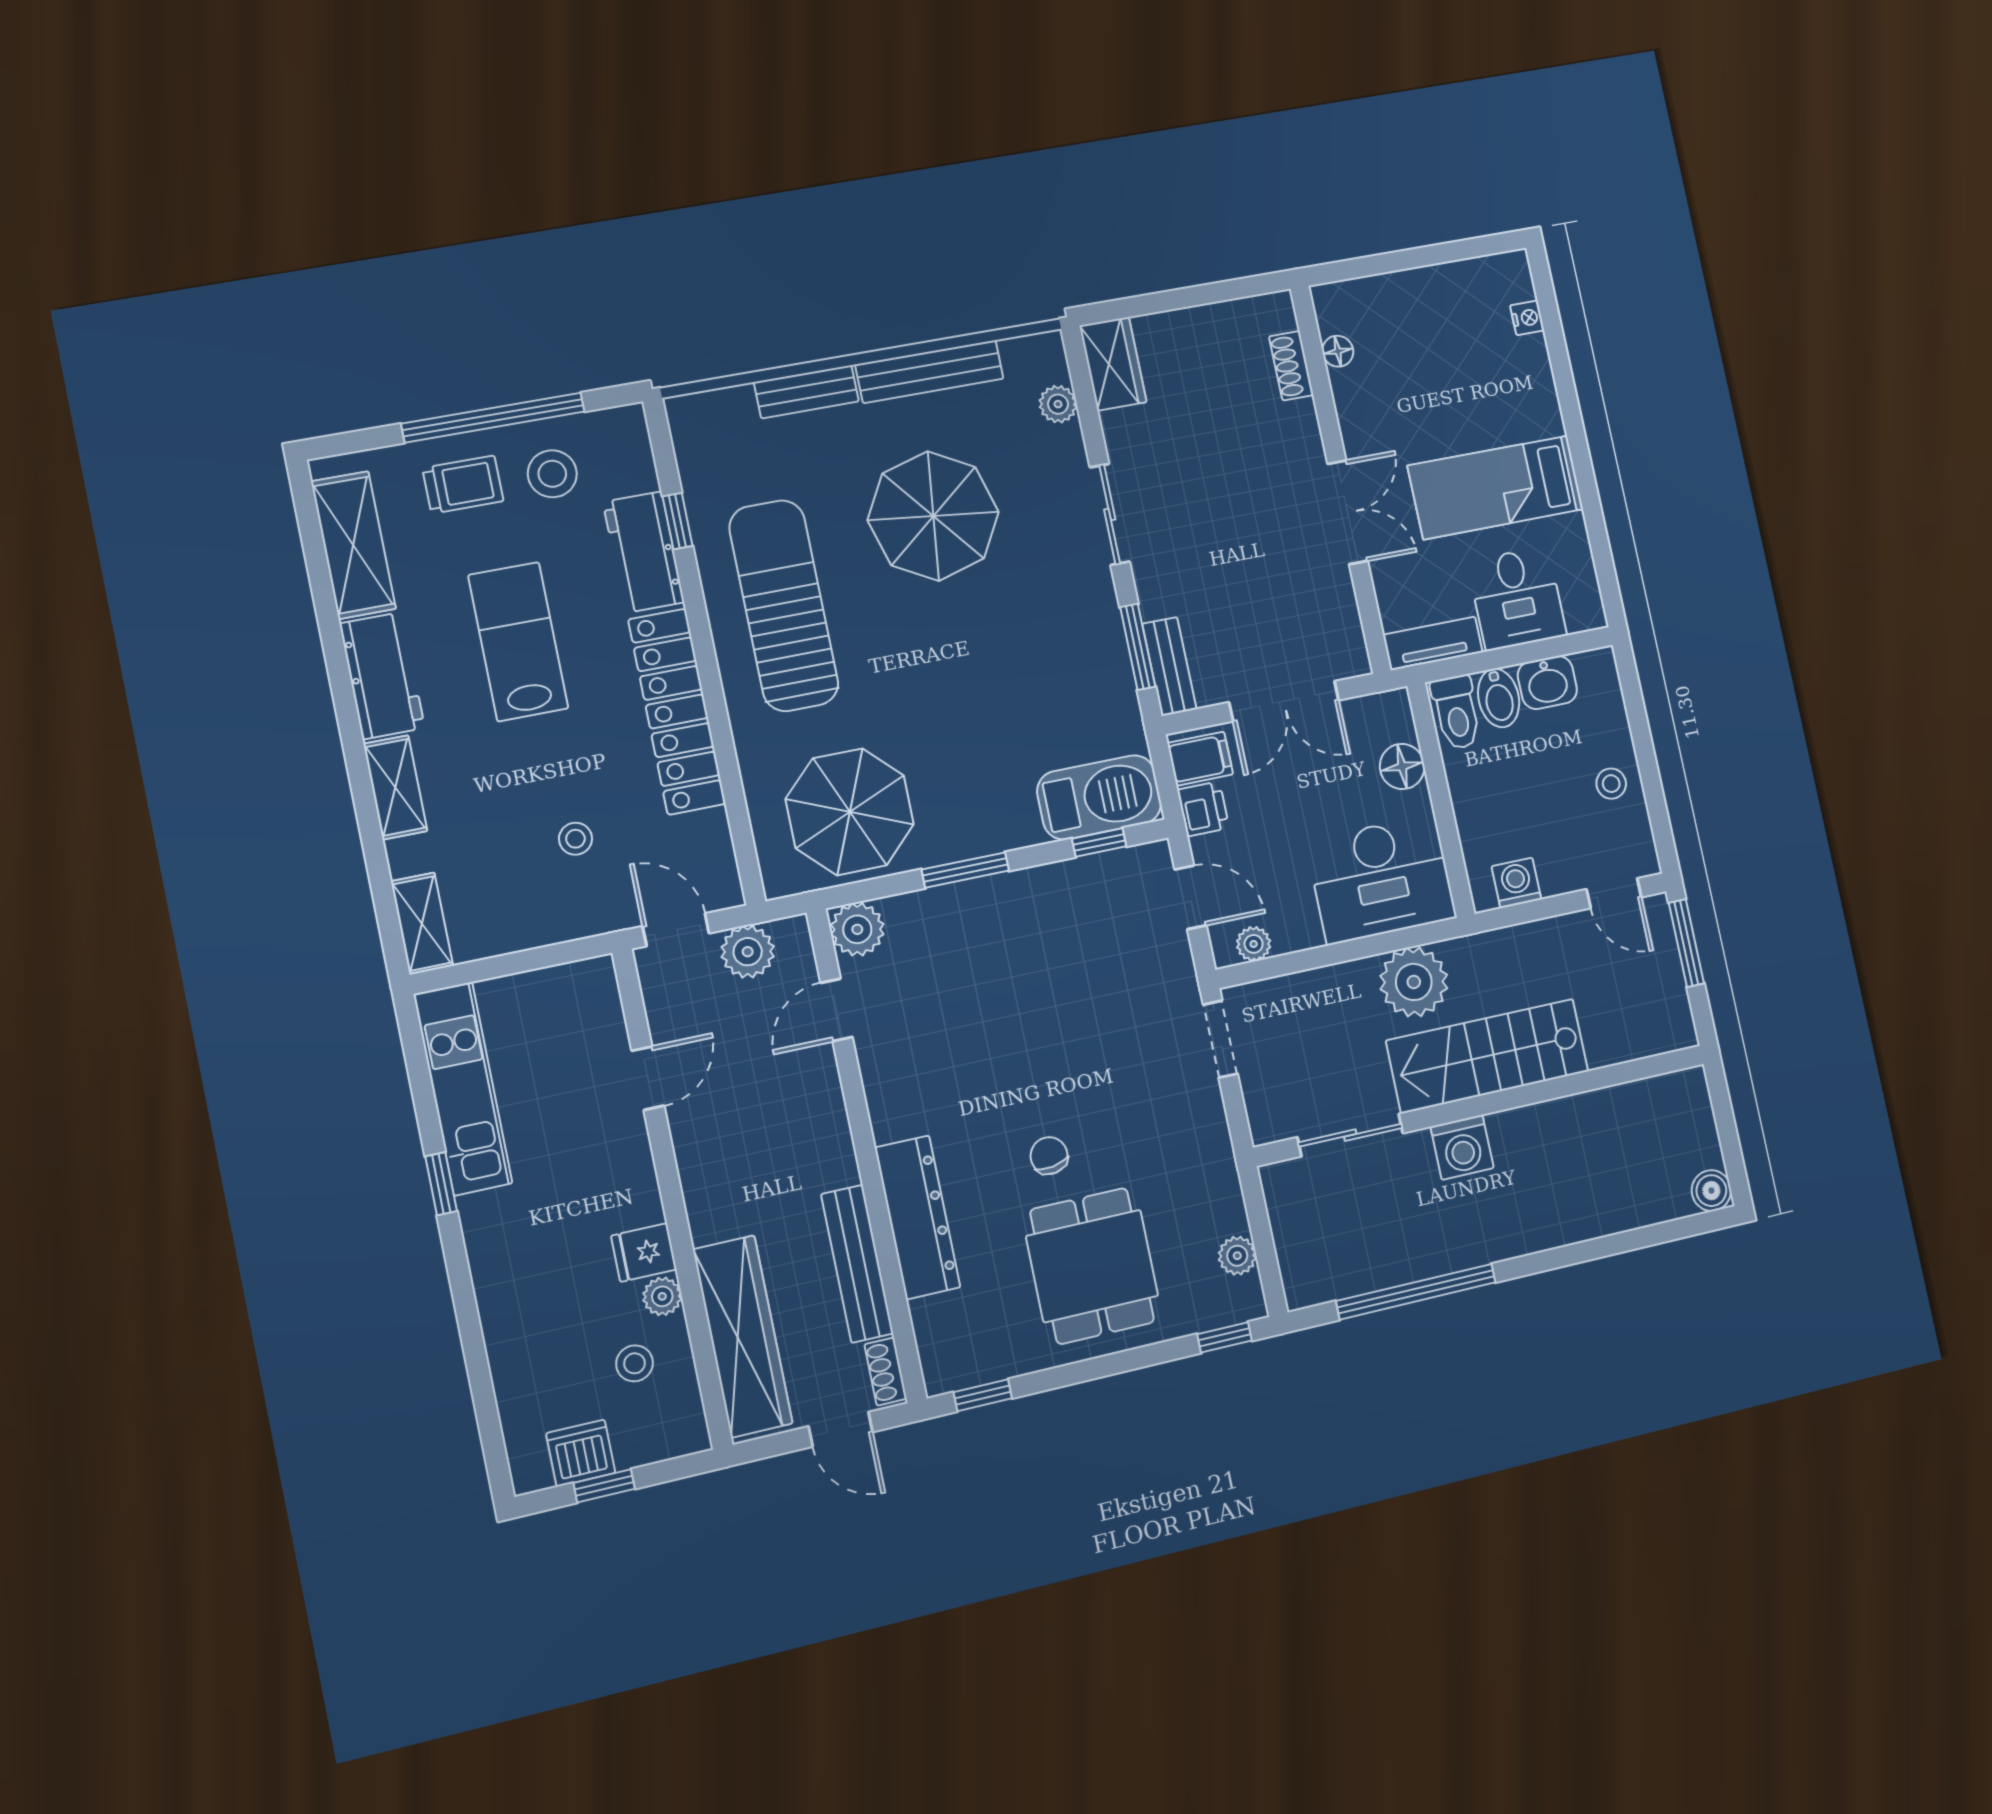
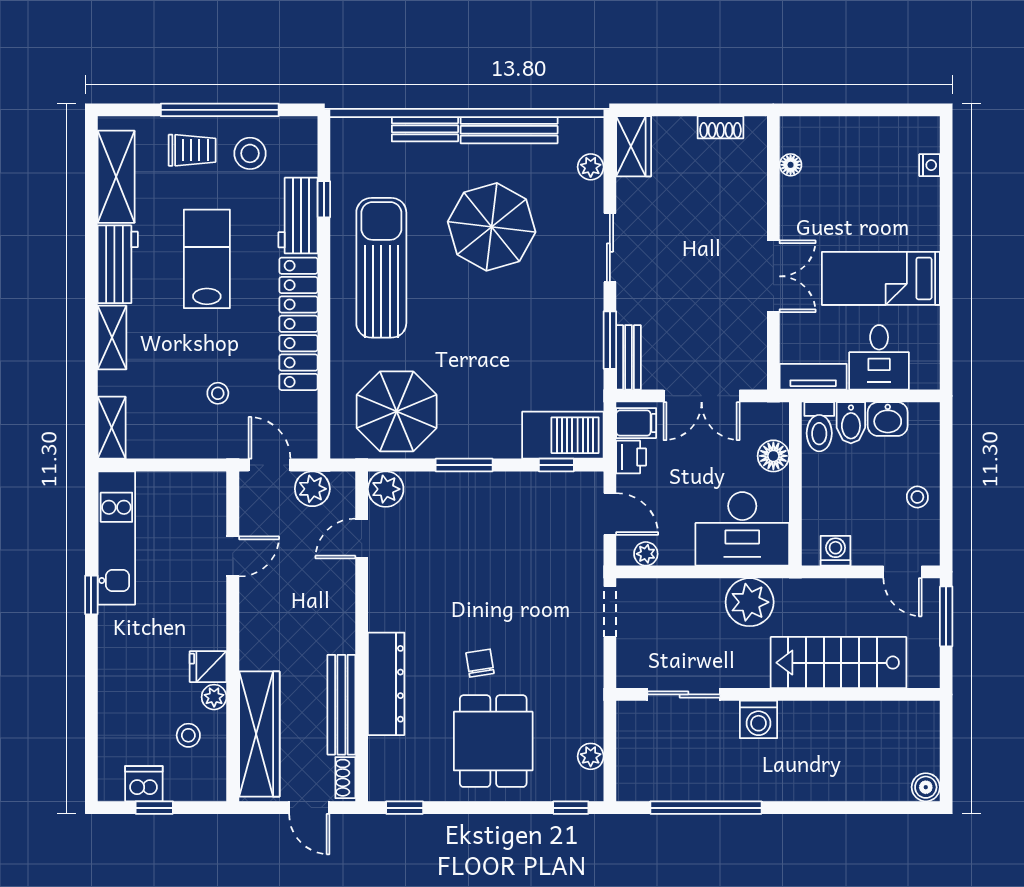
shoe rack: (1291, 366) -> (720, 127), moved, turned -90
stairs: (1487, 1056) -> (839, 663), moved

